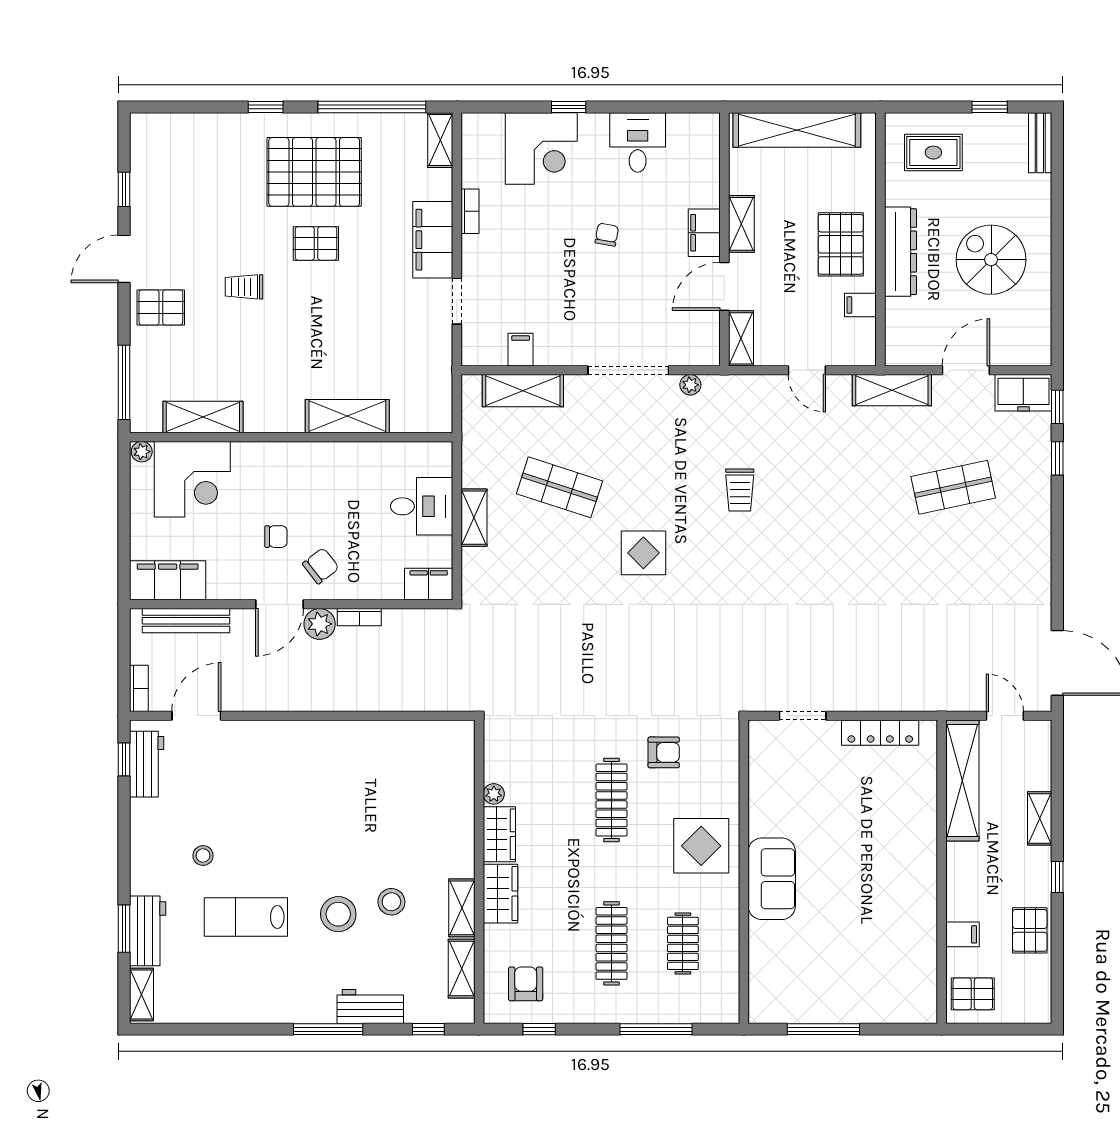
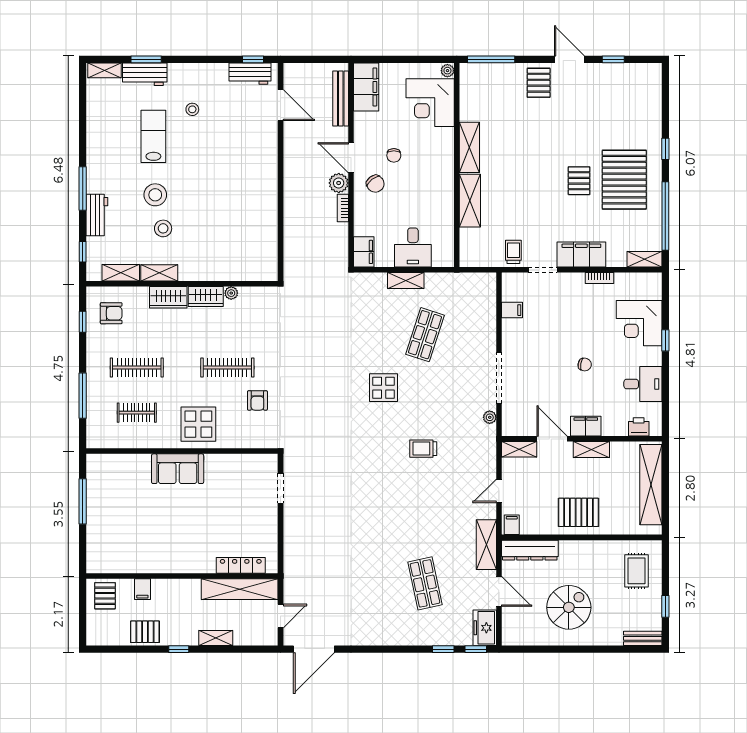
printer: (706, 149) -> (639, 427), added
dresser: (900, 252) -> (530, 550), moved
trolley: (244, 287) -> (513, 252), moved
filing cabinet: (860, 305) -> (512, 525), moved
shelving: (523, 391) -> (486, 311), removed
shelving: (203, 417) -> (469, 147), moved
bookcase: (139, 688) -> (298, 69), removed
locker: (880, 733) -> (241, 565), moved, turned 90

